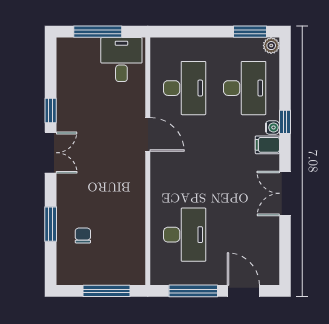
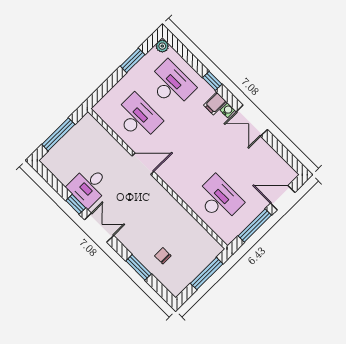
window: (250, 32) -> (133, 60), moved
desk: (121, 60) -> (89, 186), moved, turned -90
water cooler: (272, 127) -> (228, 110), moved

